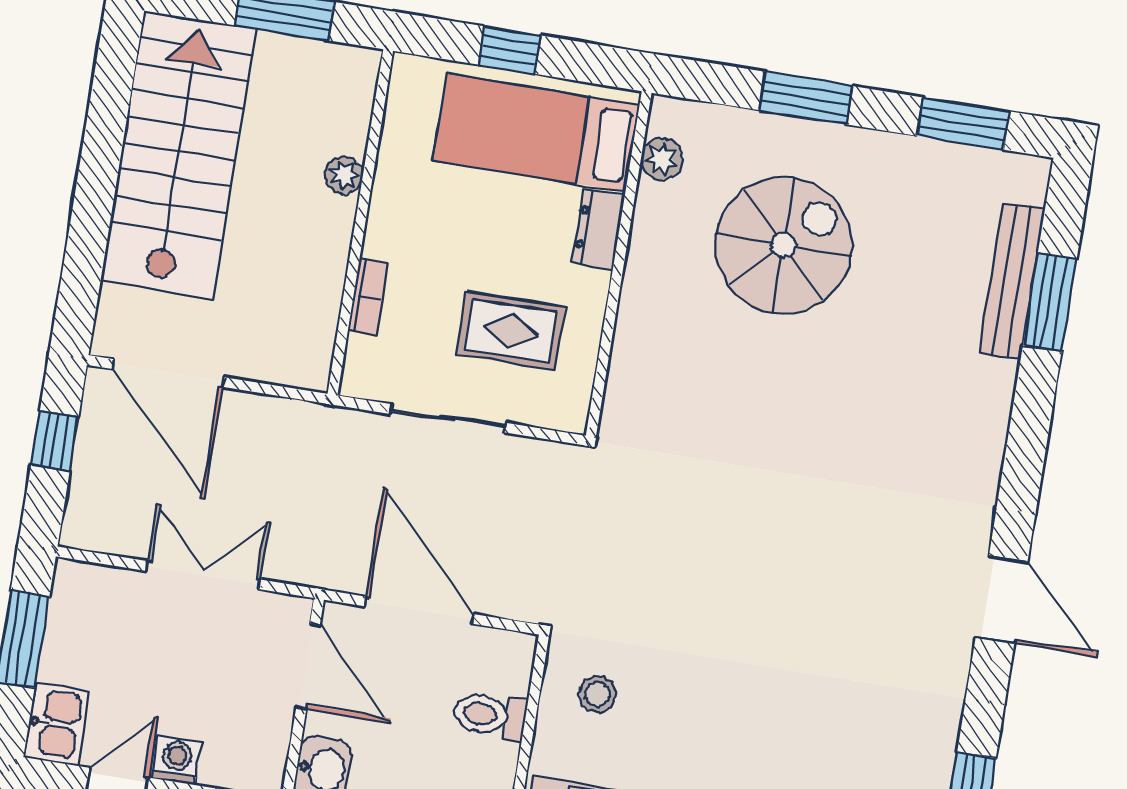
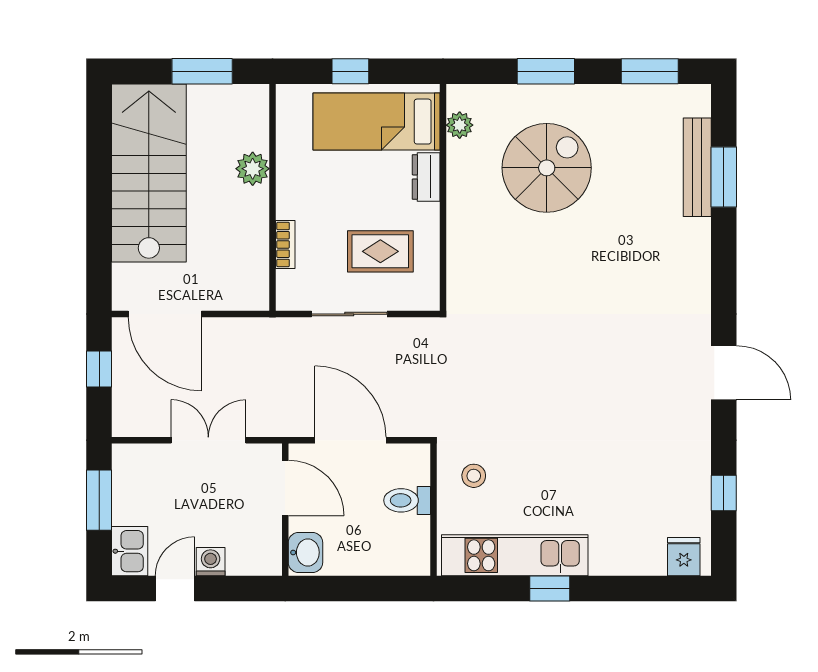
plant: (344, 175) -> (253, 169), width x1.38, depth x1.38

